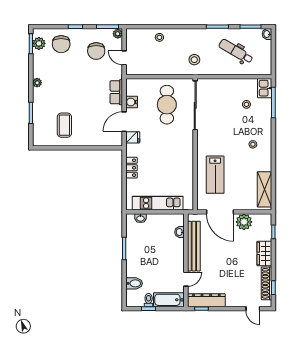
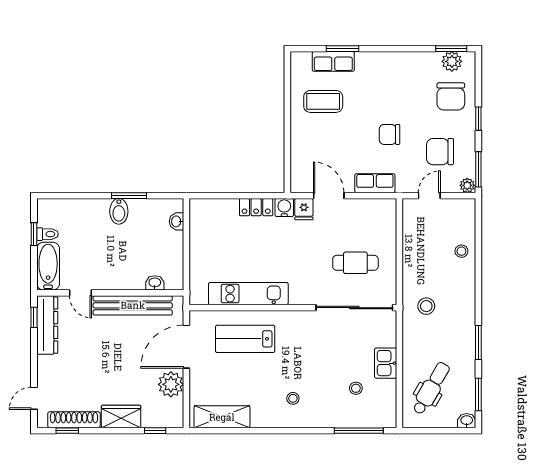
chair: (61, 44) -> (451, 96), turned -90
dental chair: (236, 51) -> (431, 388), moved
plant: (37, 83) -> (390, 59), removed
chair: (85, 83) -> (390, 134), added
kitchen sink: (265, 88) -> (386, 363), moved, turned -90
water cooler: (132, 102) -> (284, 207), moved
cafe table: (167, 105) -> (355, 263), width x0.73, depth x0.74
row of seats: (39, 119) -> (333, 61), added
kitchen unit: (158, 203) -> (248, 294), moved, turned -90
bidet: (134, 283) -> (119, 211), moved

